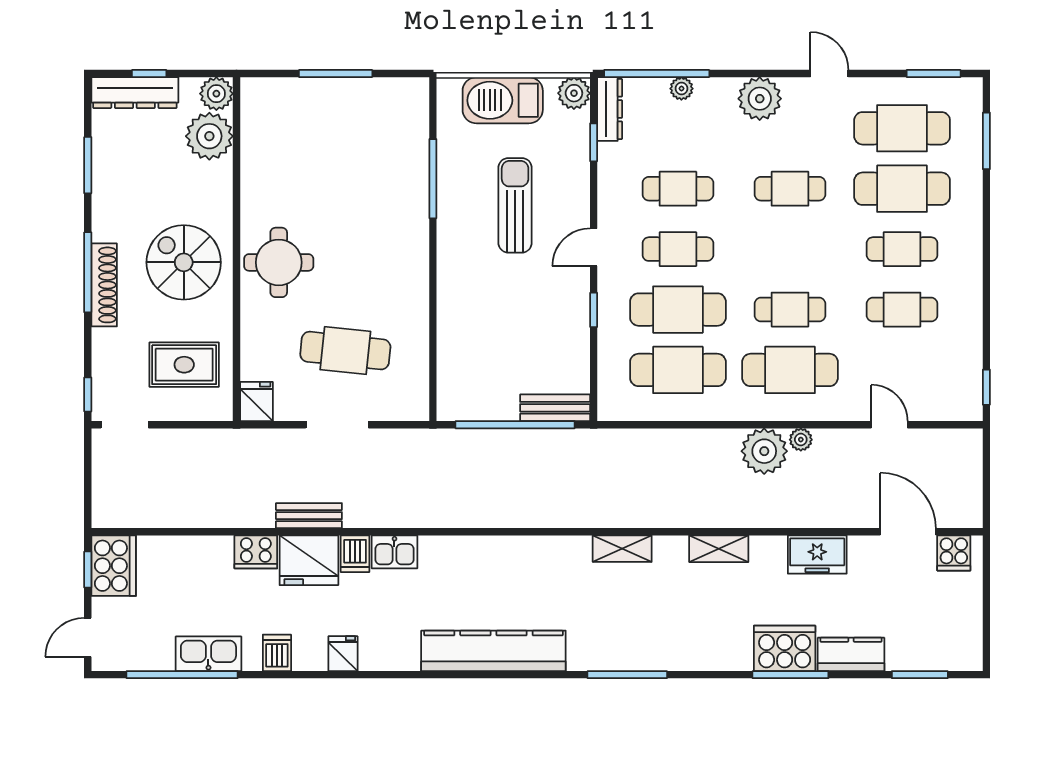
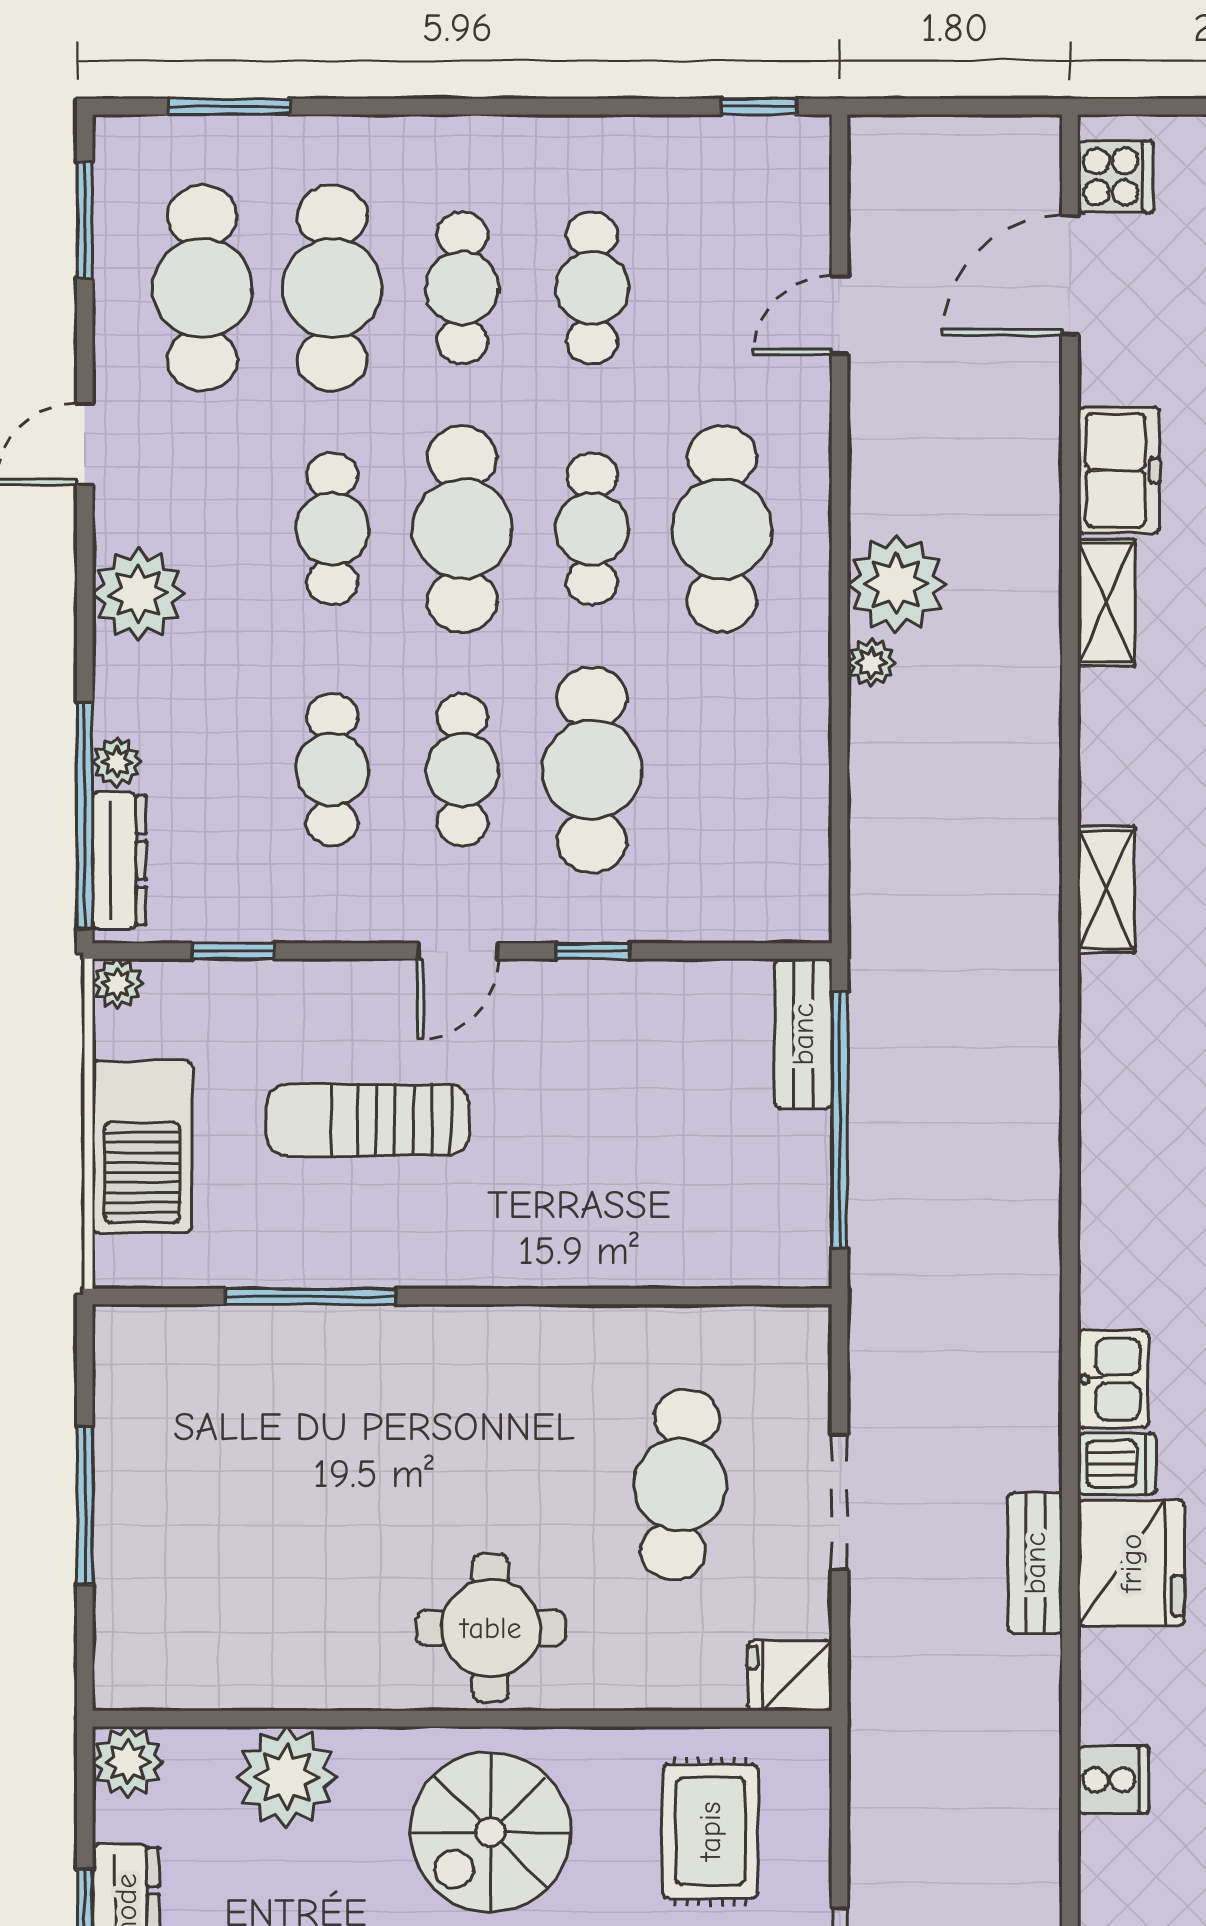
plant: (574, 93) -> (117, 984), width x0.73, depth x0.73
dresser: (610, 109) -> (119, 860), moved, turned 90
plant: (209, 136) -> (287, 1777), moved
door: (594, 247) -> (458, 951), hinge flipped
cafe table: (678, 370) -> (462, 529), moved
plant: (801, 440) -> (871, 663), moved
shelving: (719, 549) -> (1106, 603), moved
cooker: (256, 552) -> (1113, 1780), moved, width x0.73

